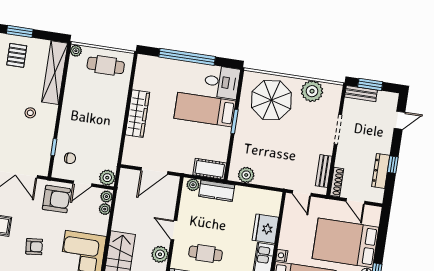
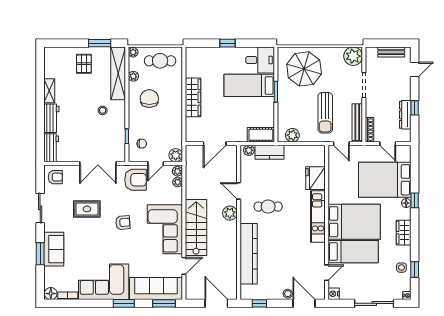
window: (20, 31) -> (100, 43), moved
window: (187, 57) -> (228, 43), width x0.32
plant: (72, 79) -> (133, 76), added
window: (370, 84) -> (385, 43), removed
plant: (312, 91) -> (353, 56), moved
bench: (361, 94) -> (391, 52), moved
chair: (87, 107) -> (149, 99), added
sun lounger: (288, 155) -> (325, 113), added
bench: (324, 171) -> (357, 122), width x1.36
nightstand: (282, 255) -> (333, 198), removed

